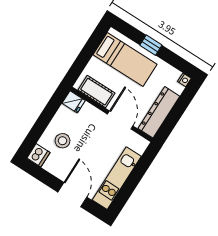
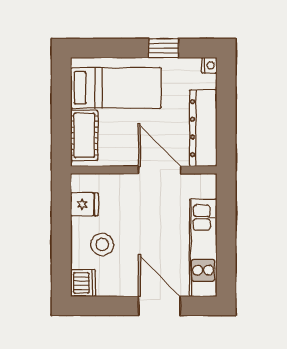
window: (151, 45) -> (164, 48), moved
cot: (96, 92) -> (84, 135), moved, turned 90
fridge: (74, 102) -> (84, 204), moved

